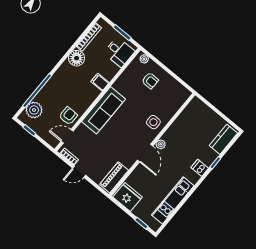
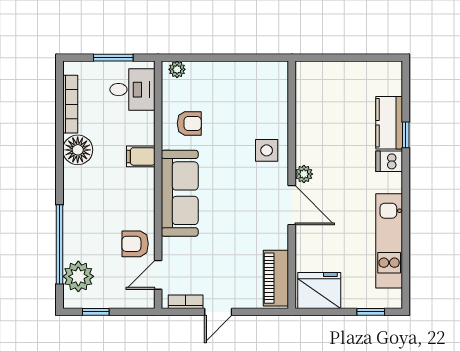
armchair: (150, 81) -> (189, 123), moved
armchair: (68, 116) -> (135, 244), turned -90
kitchen counter: (223, 139) -> (389, 123), moved

